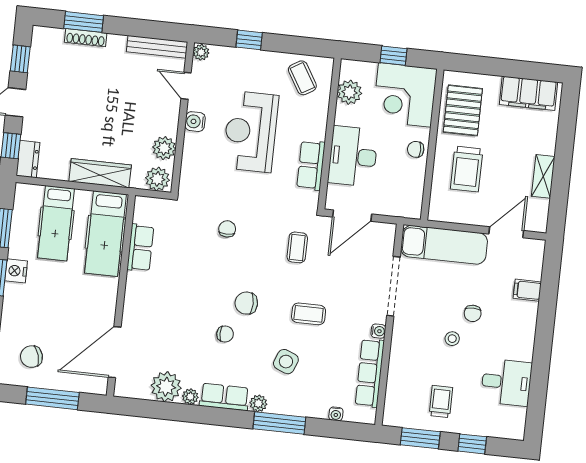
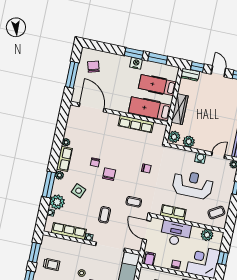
filing cabinet: (410, 204) -> (150, 259), added
row of seats: (140, 248) -> (136, 124), width x1.48
coffee table: (309, 314) -> (105, 215), moved
plant: (166, 387) -> (57, 202), moved

